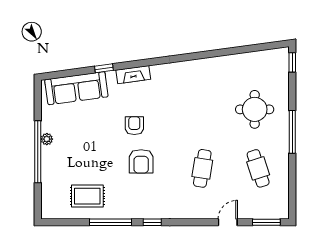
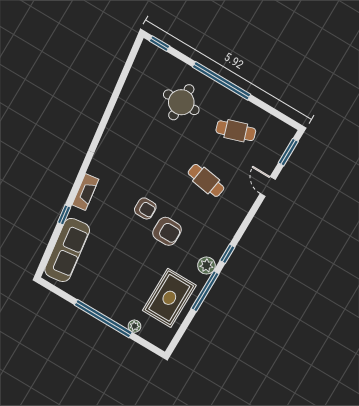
armchair: (134, 126) -> (145, 208), moved, turned 180
window: (292, 132) -> (222, 81), width x1.46
plant: (47, 139) -> (134, 326), moved
rug: (87, 196) -> (169, 298), width x1.36, depth x1.43
plant: (132, 211) -> (206, 266), added

